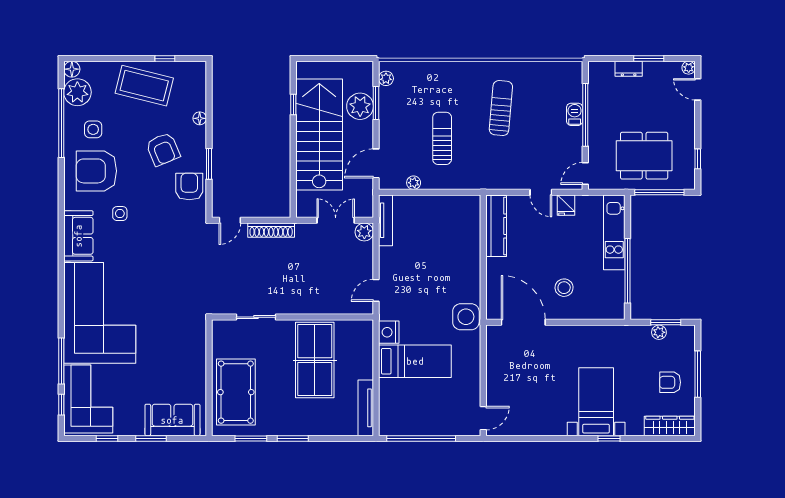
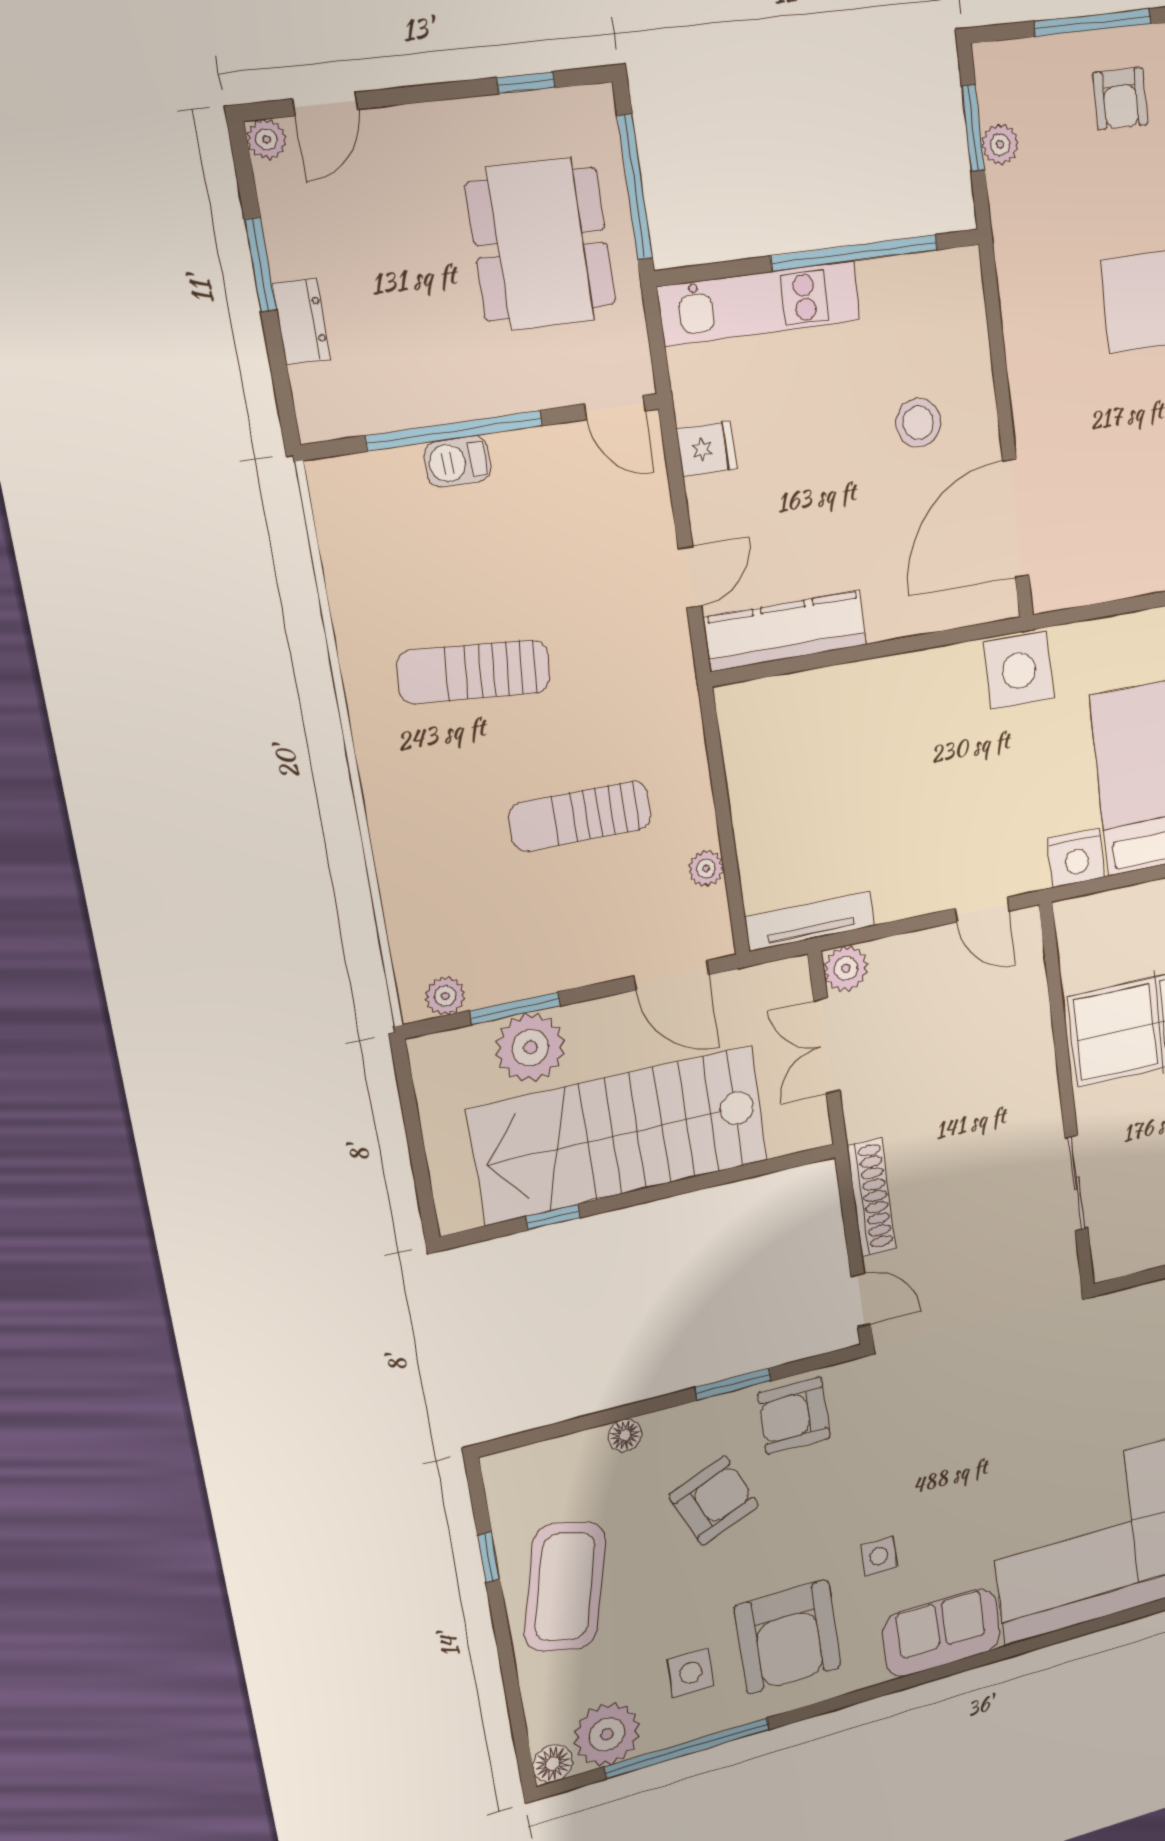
door: (541, 192) -> (690, 577), moved

